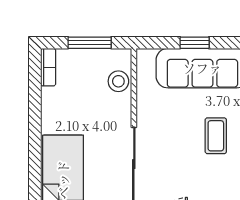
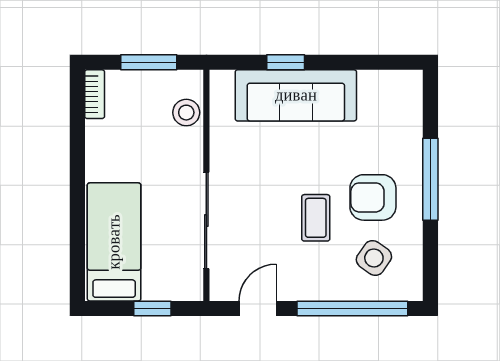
coffee table: (216, 136) -> (316, 218), moved

